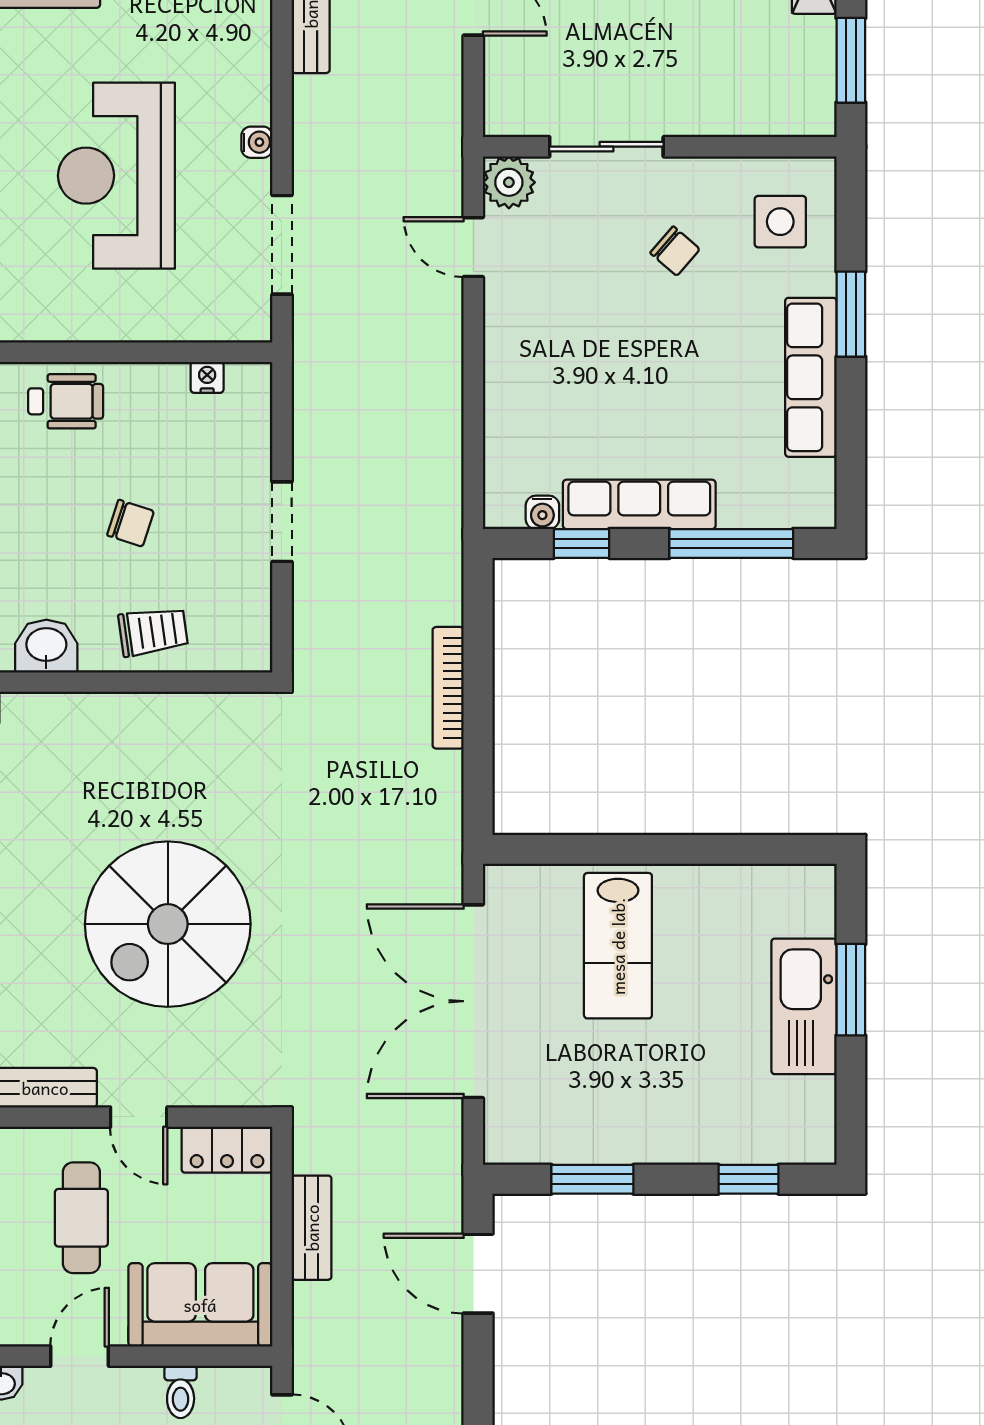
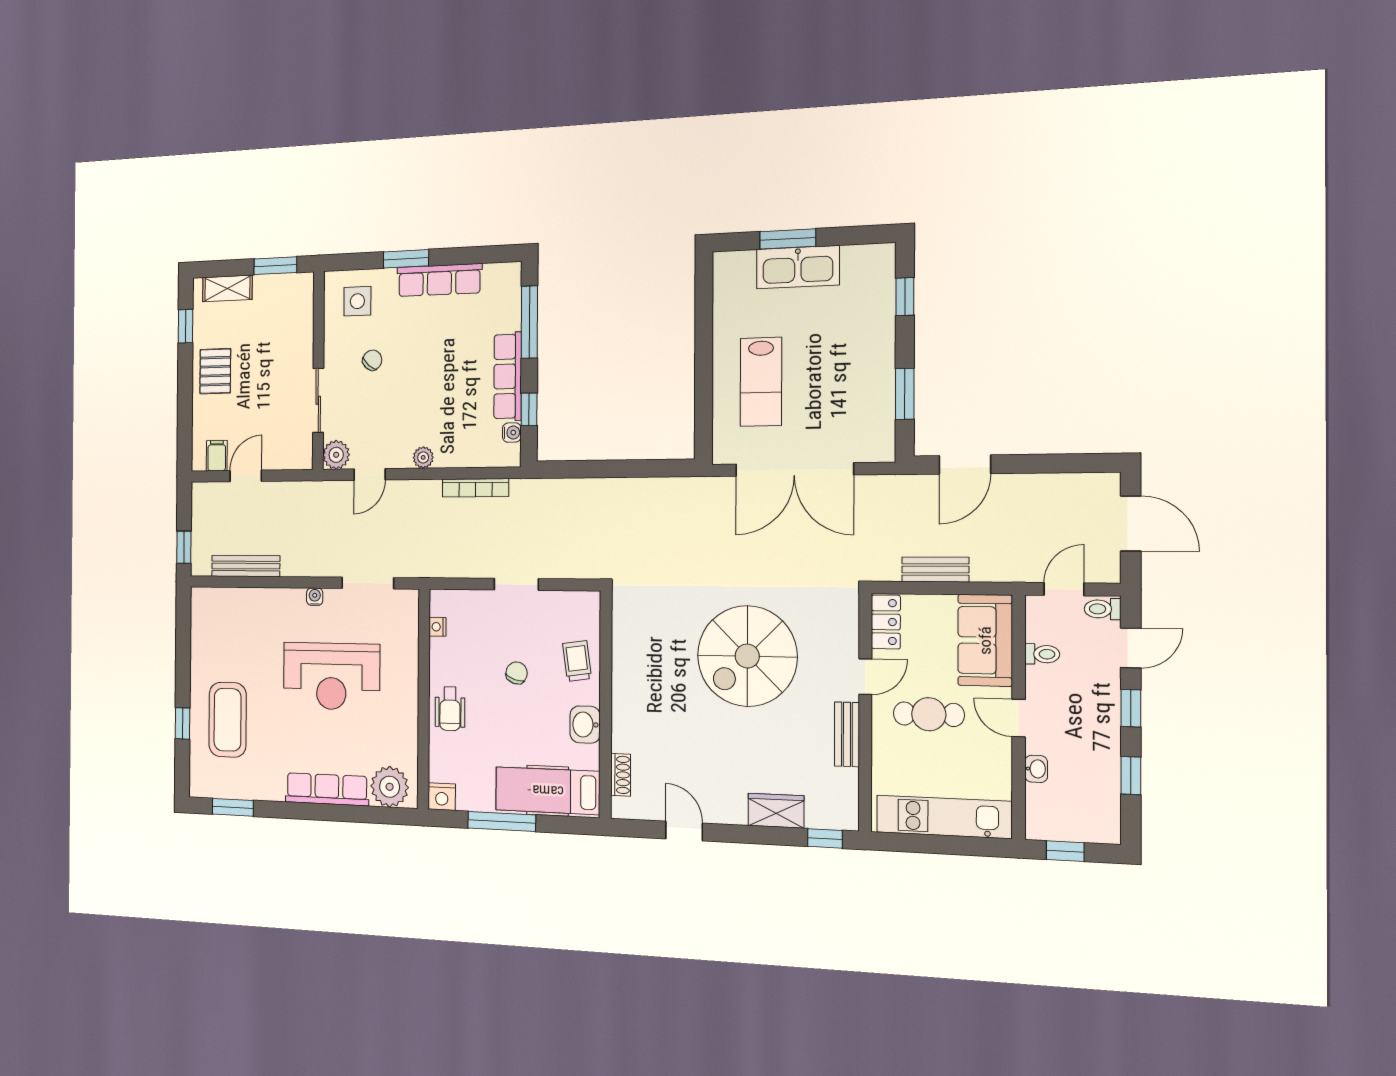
plant: (502, 349) -> (423, 457), added
wheelchair: (66, 401) -> (450, 709), turned 180
bookcase: (448, 688) -> (475, 488), moved
spiral stairs: (168, 924) -> (747, 656), turned 90
lab bench: (618, 946) -> (761, 382), turned 90

